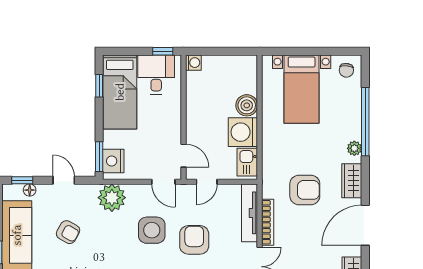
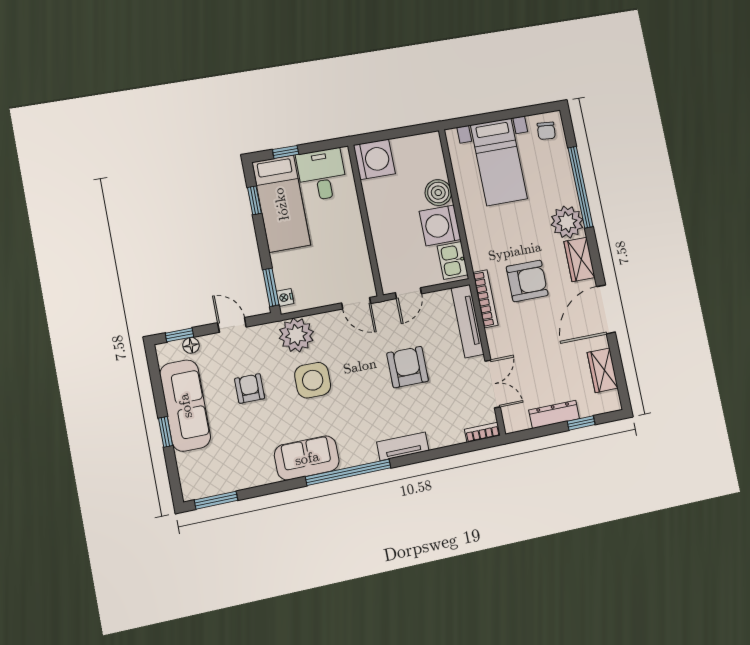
window: (163, 51) -> (286, 152), moved
washing machine: (193, 63) -> (374, 159), width x1.89, depth x1.89
plant: (354, 148) -> (567, 222), width x1.88, depth x1.88
door: (184, 156) -> (375, 267), removed
nightstand: (113, 161) -> (285, 297), width x0.53, depth x0.56
bookcase: (268, 222) -> (485, 299), moved
side table: (152, 230) -> (313, 380), moved
armchair: (68, 232) -> (250, 388), turned -119

